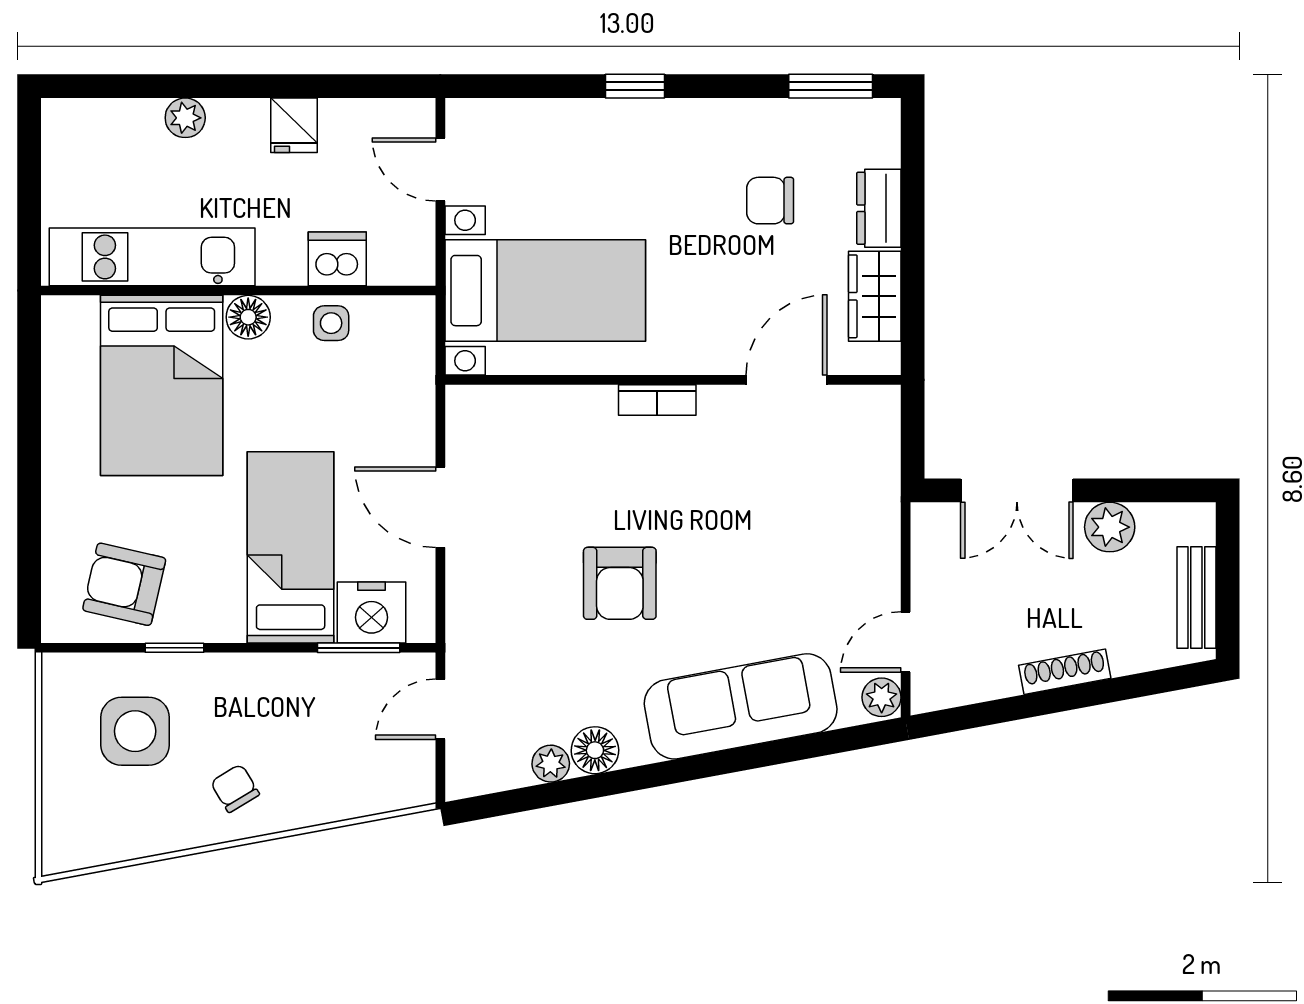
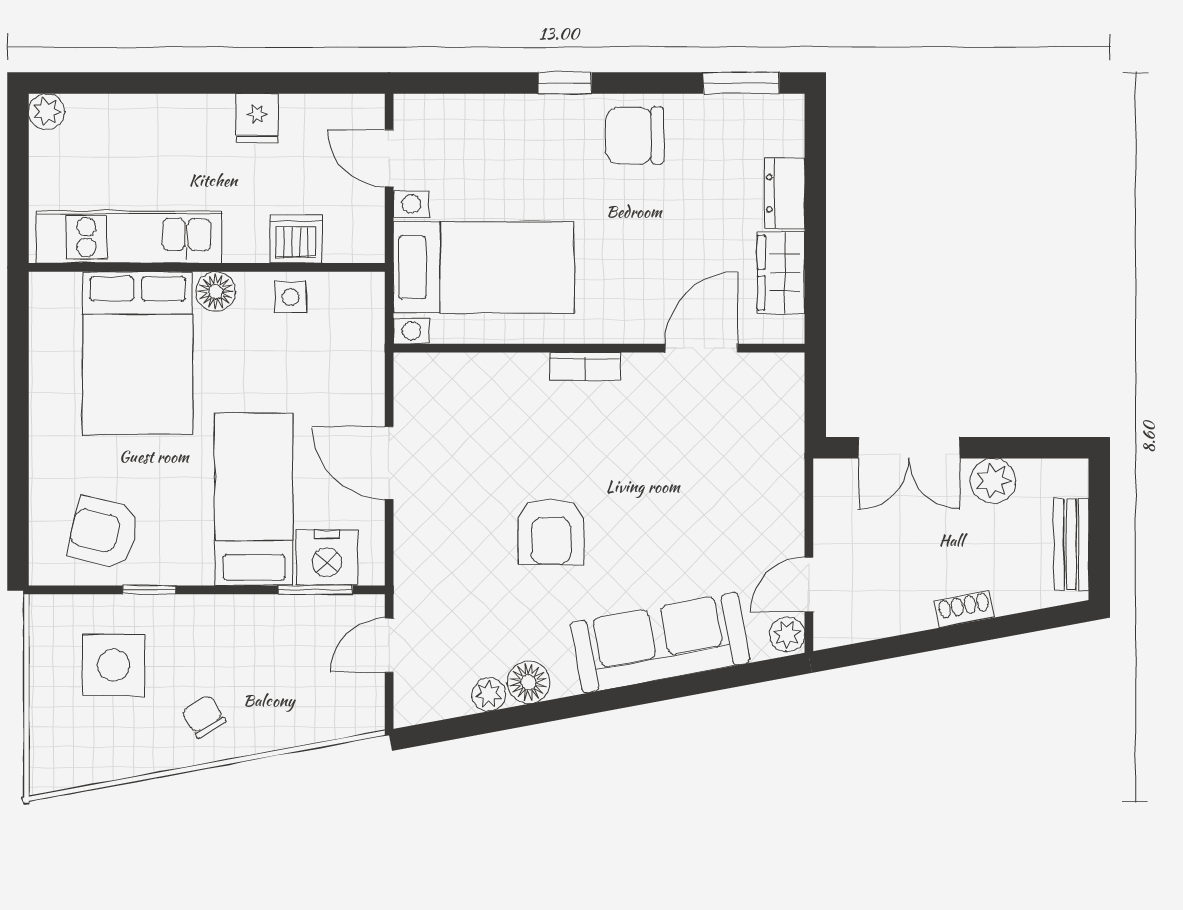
plant: (185, 118) -> (47, 112), moved
chair: (770, 201) -> (634, 136), moved, width x1.37, depth x1.37
shoe rack: (1065, 672) -> (964, 609), width x0.70

